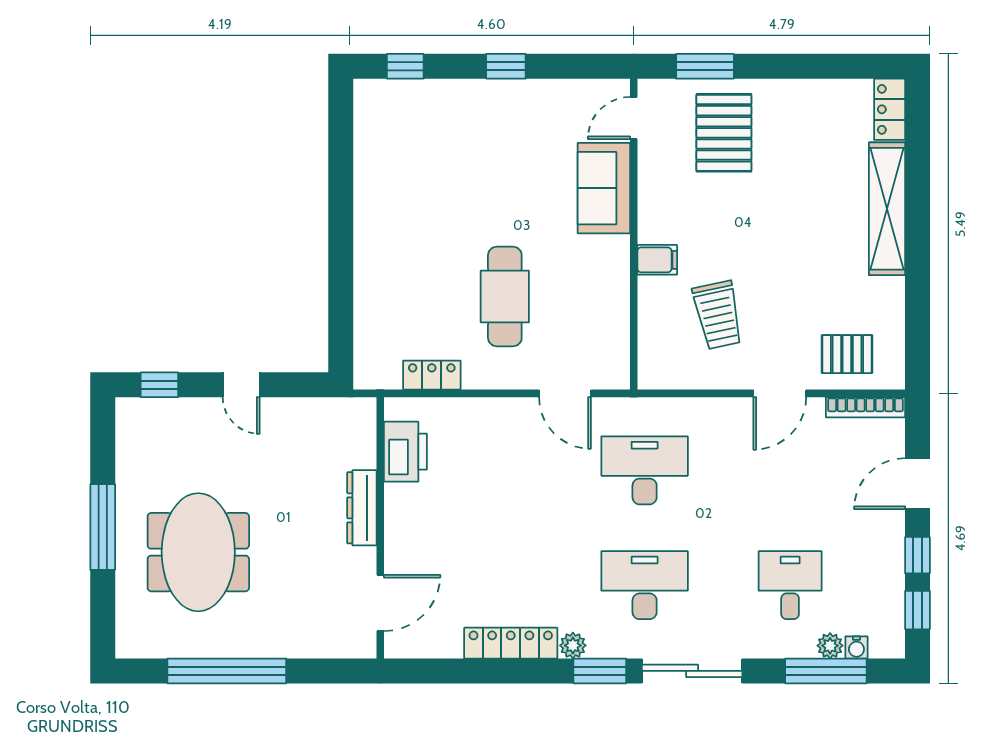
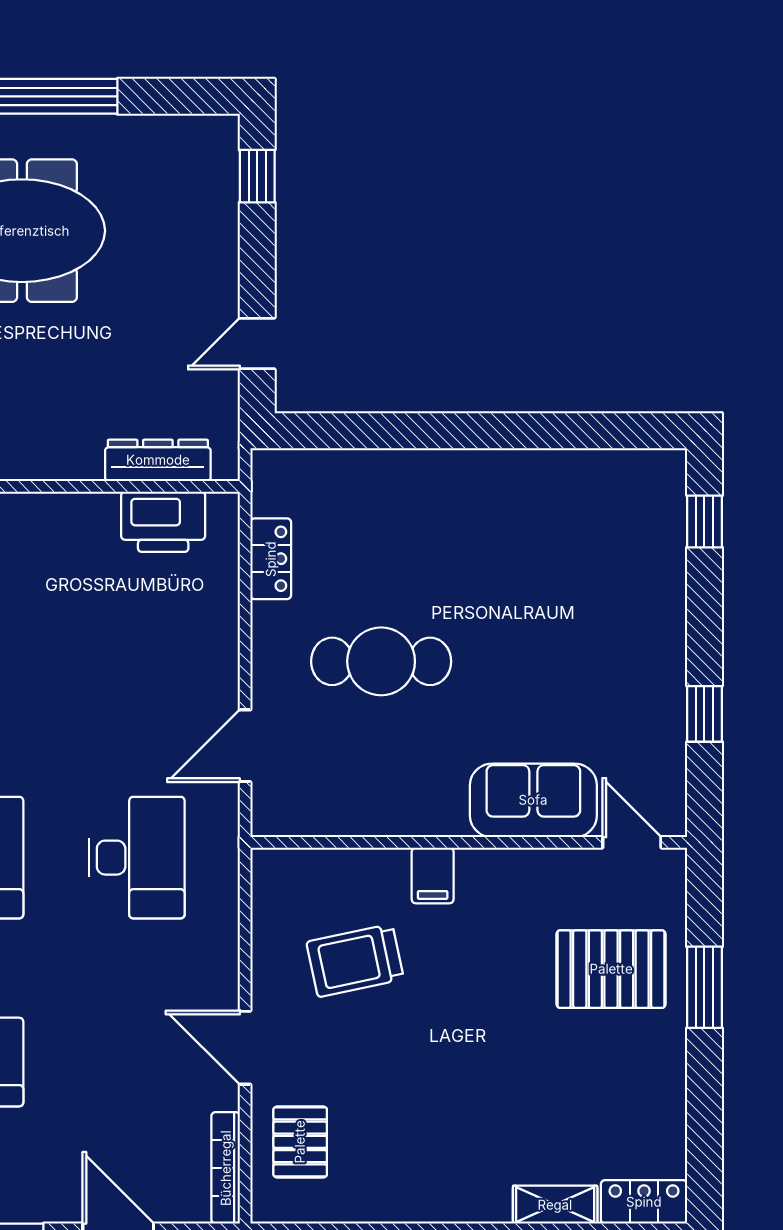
window: (506, 66) -> (704, 714), moved
window: (705, 66) -> (704, 987), moved
shelving: (887, 209) -> (555, 1205), width x0.45, depth x0.75
door: (241, 385) -> (257, 344), moved
dresser: (362, 508) -> (158, 460), moved

